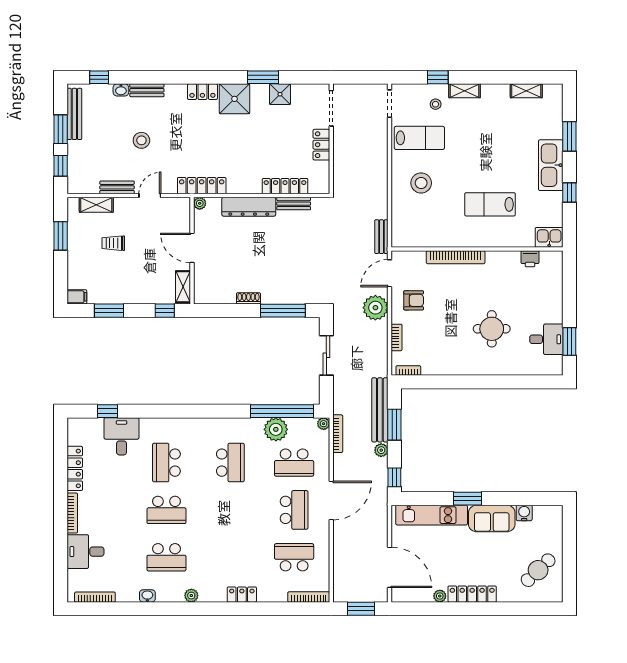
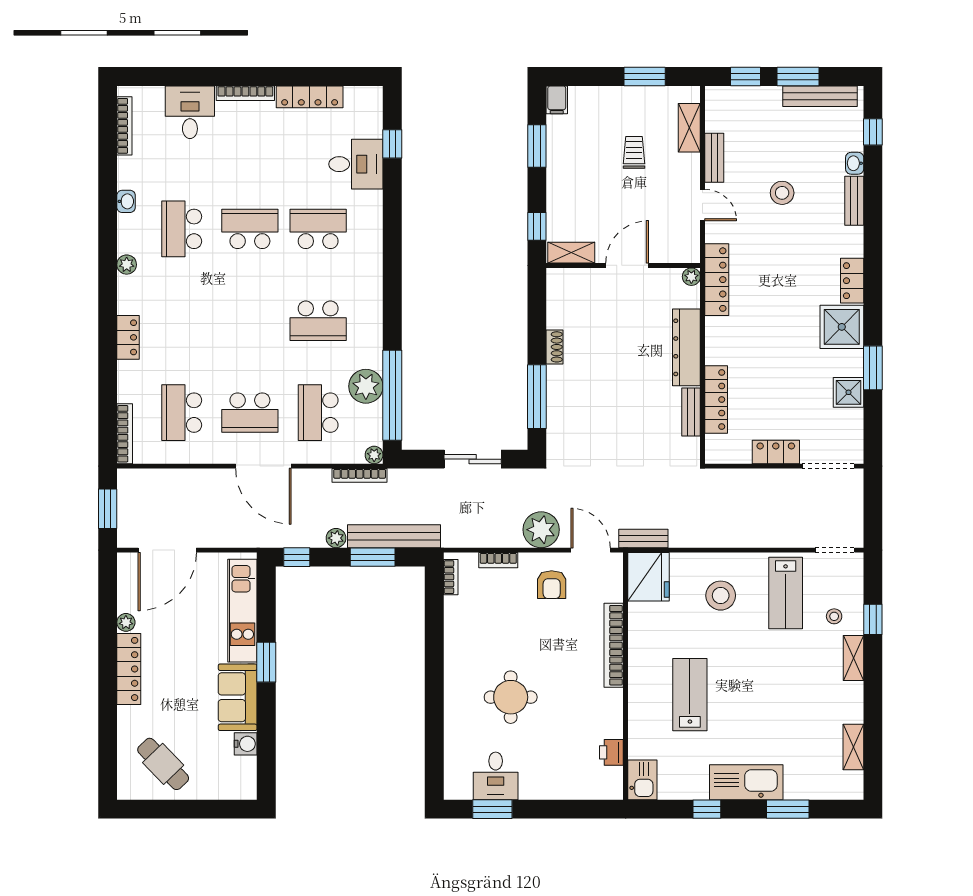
fridge: (408, 233) -> (649, 577), added
school desk: (166, 510) -> (250, 229), turned 90
school desk: (294, 557) -> (182, 413), turned 180

